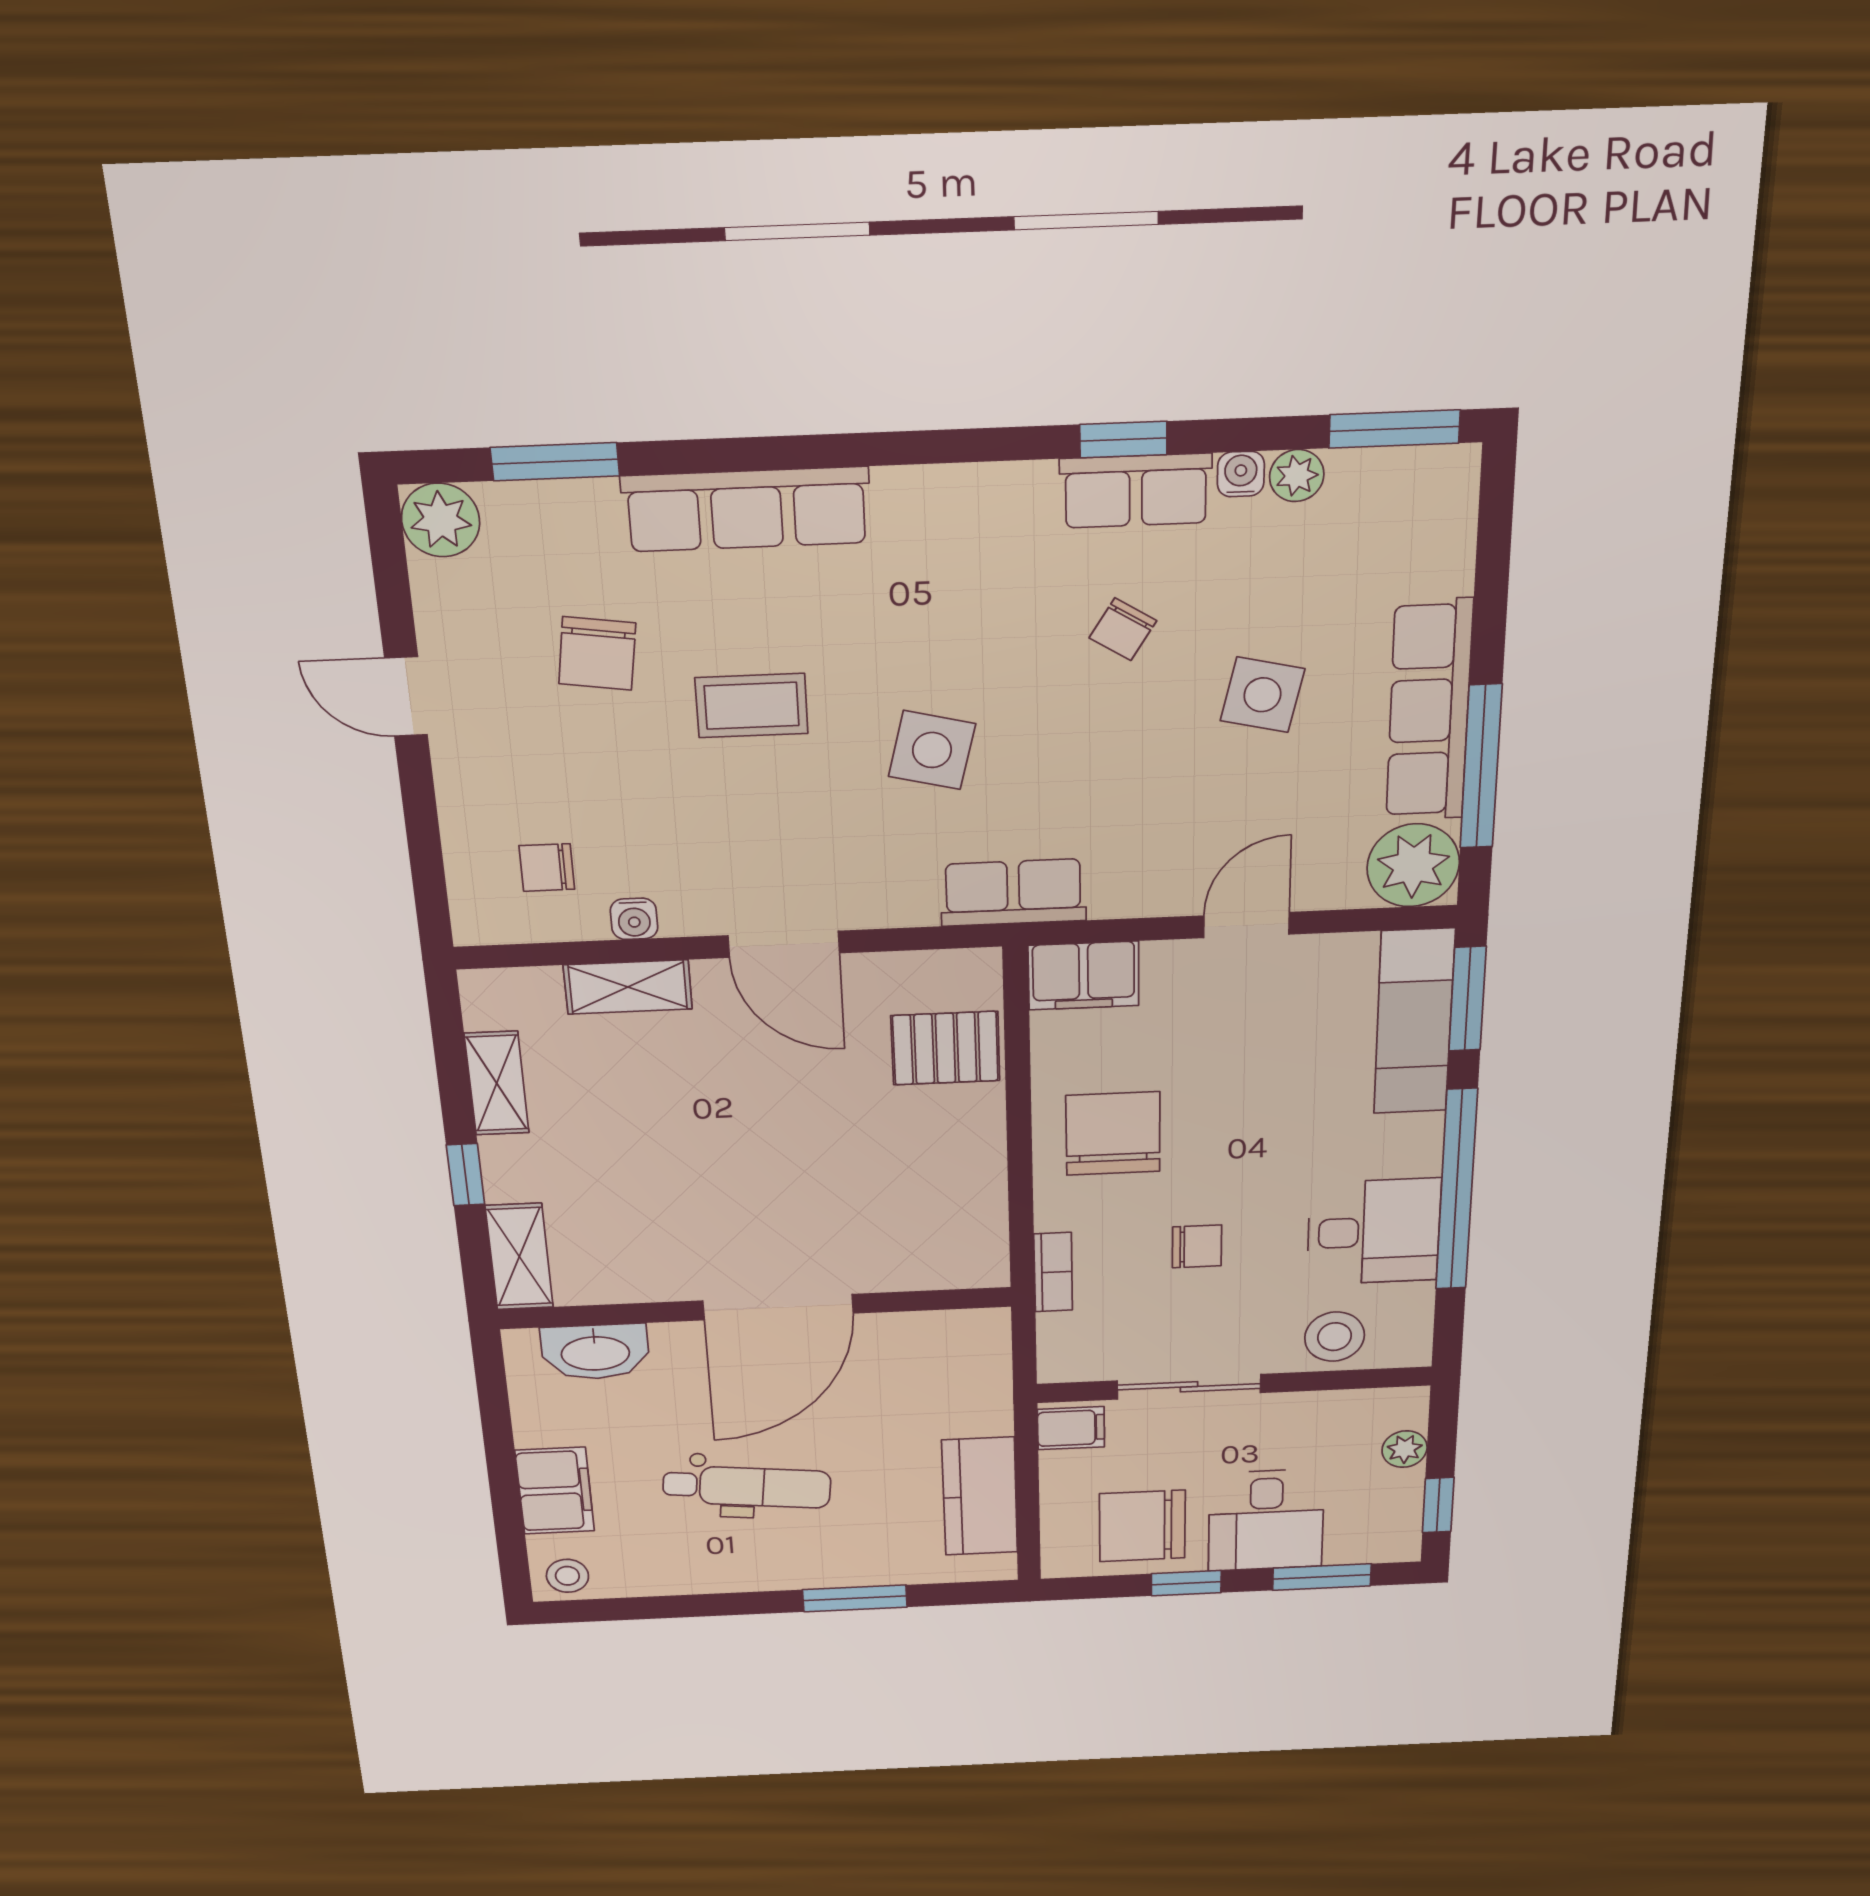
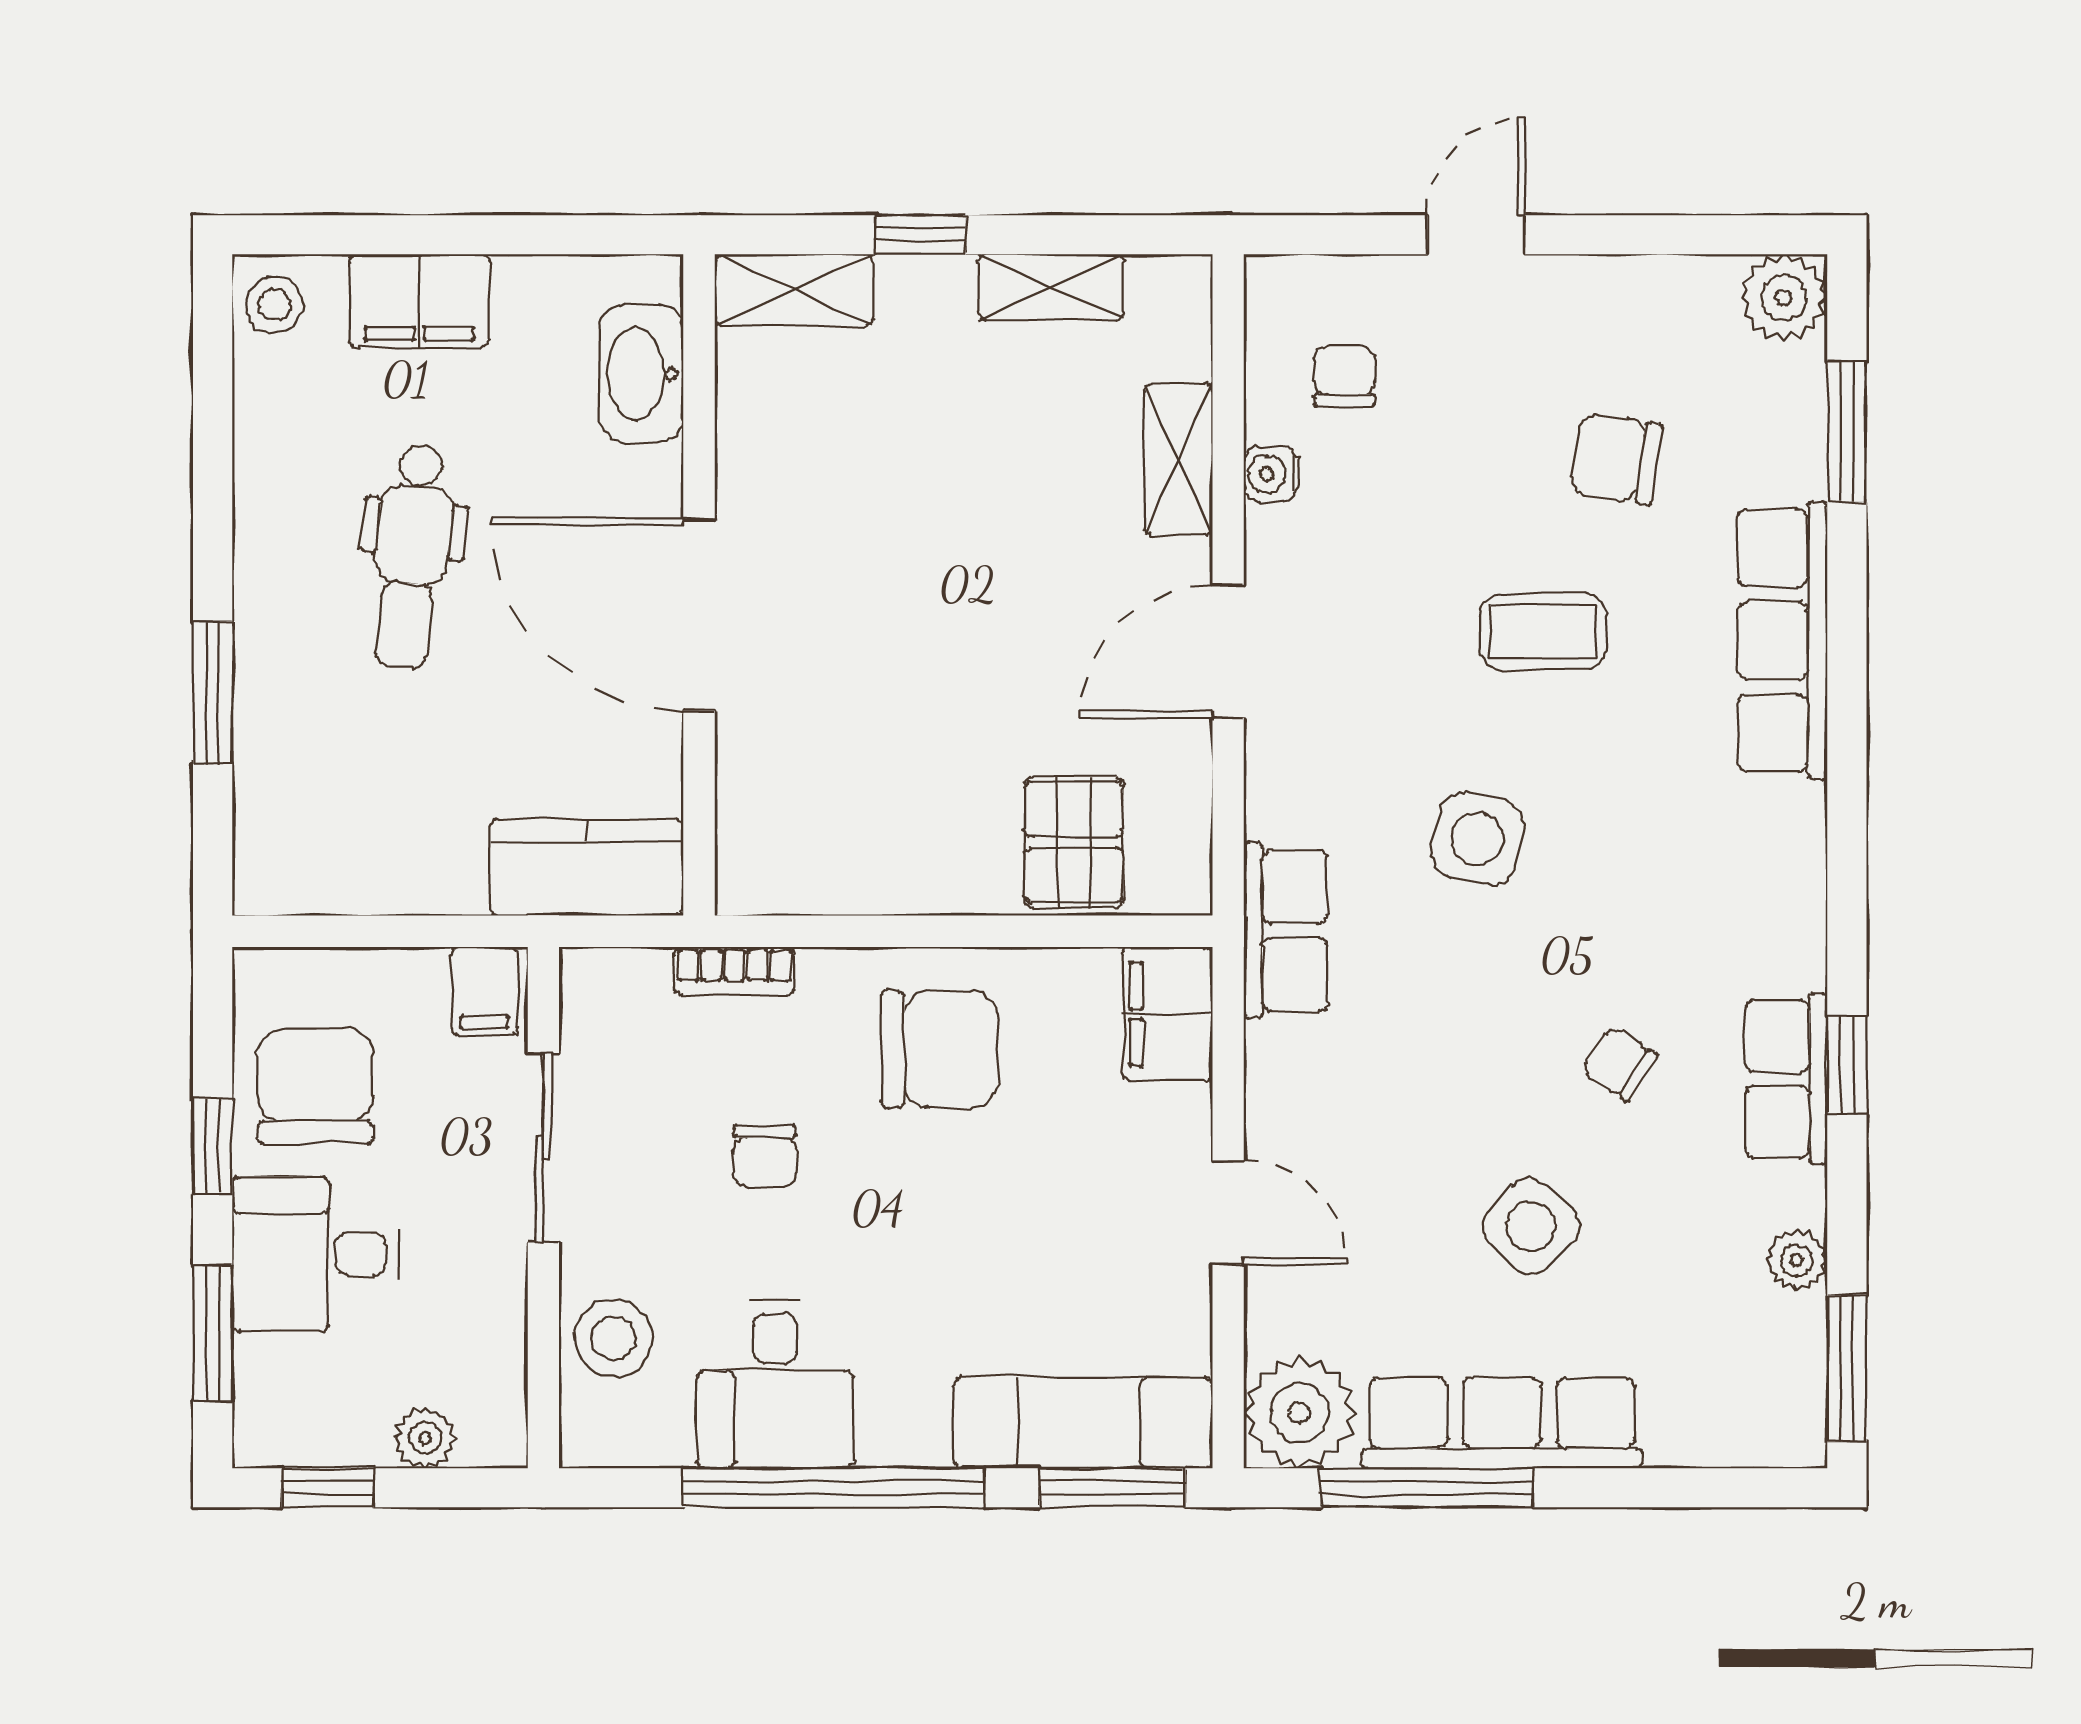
water cooler: (1241, 474) -> (1801, 1197), removed
side table: (1262, 695) -> (1531, 1226), turned 30
door: (406, 696) -> (1476, 235), moved
coffee table: (752, 706) -> (1543, 632), turned 90
kitchen counter: (980, 1496) -> (586, 867), moved

